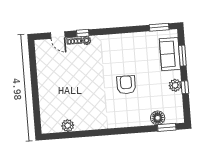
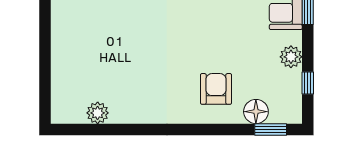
armchair: (126, 85) -> (216, 89), moved
window: (185, 87) -> (308, 83), moved

